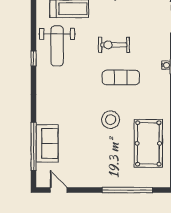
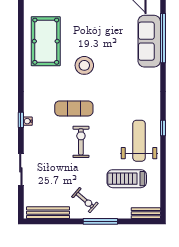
exercise bike: (114, 45) -> (81, 142), turned -90
sofa: (47, 143) -> (149, 41), width x1.36

